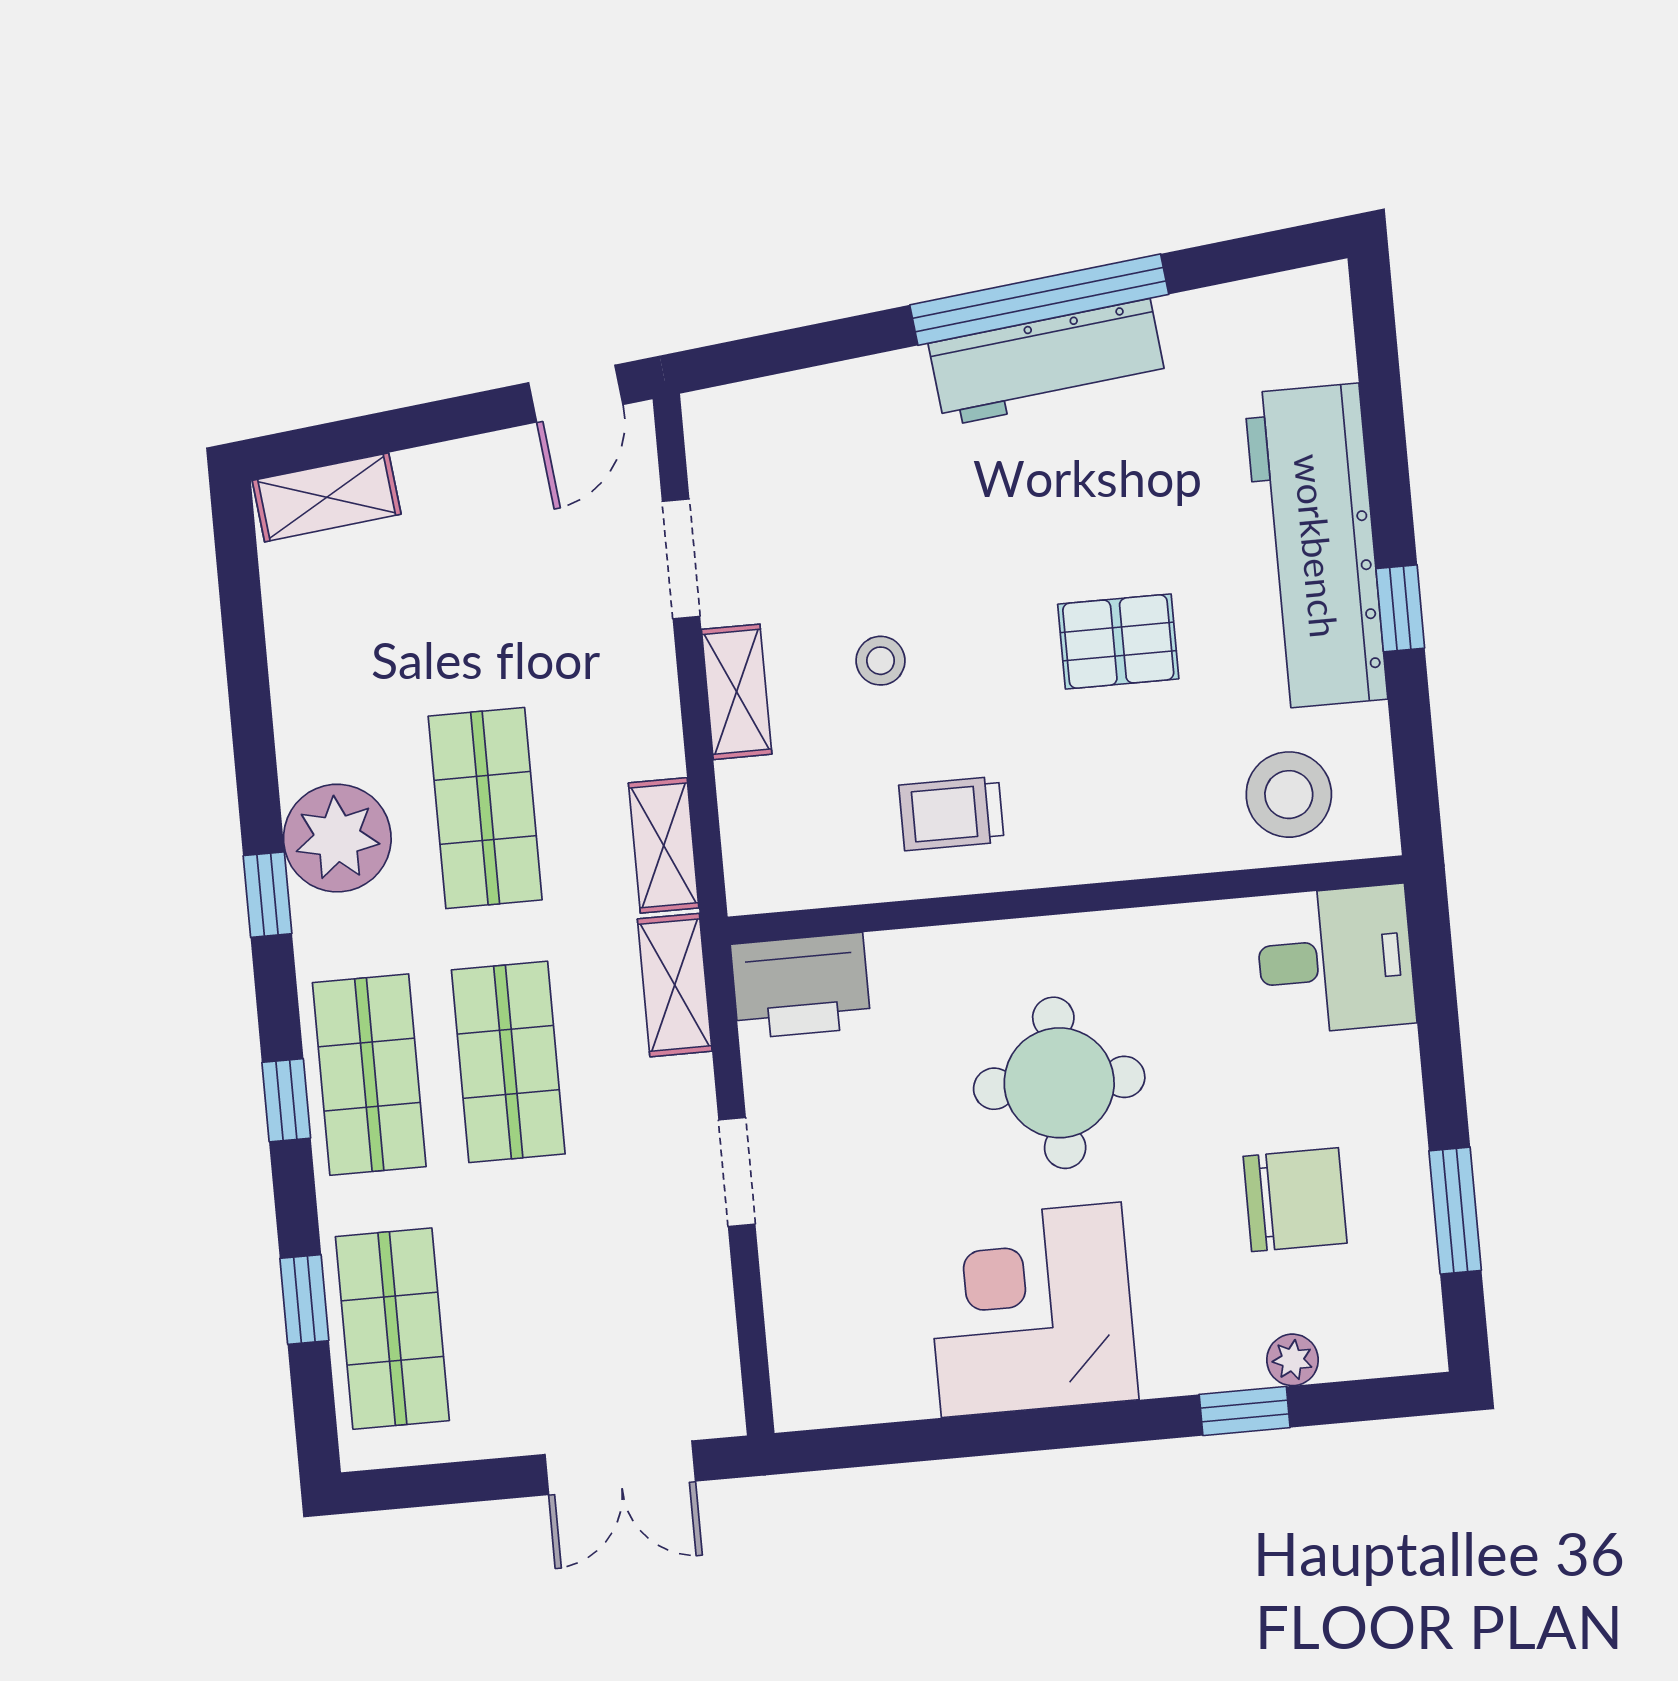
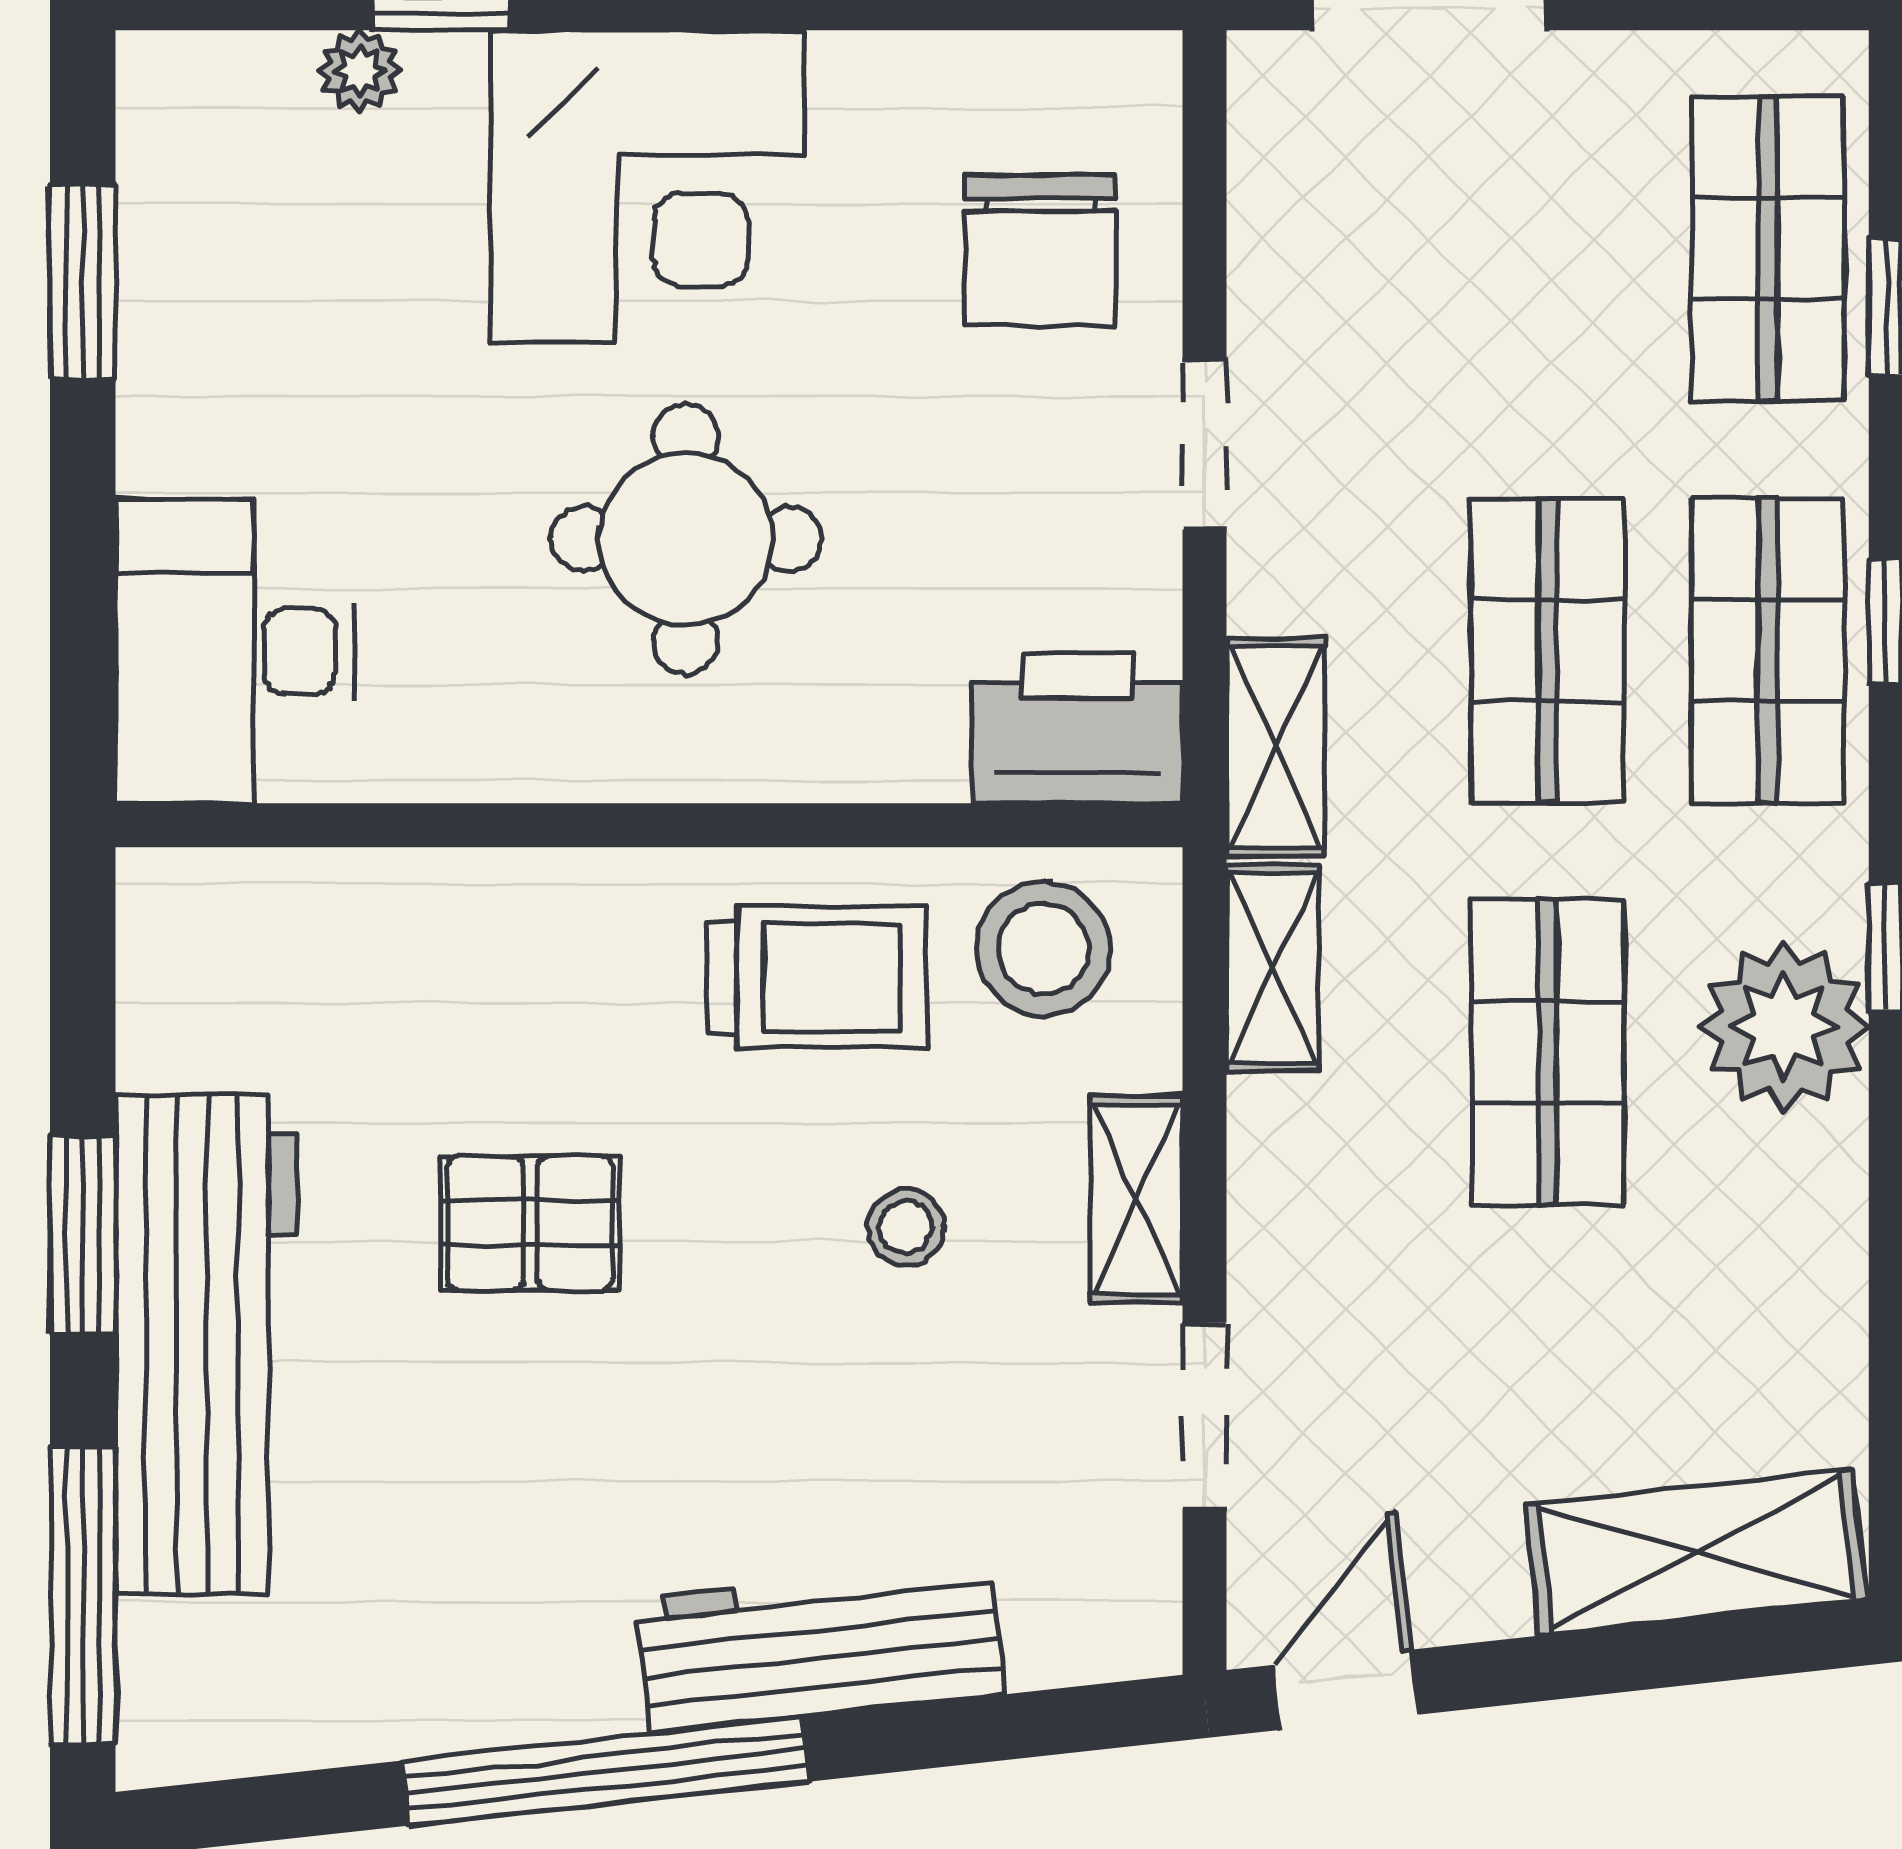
workbench: (1047, 363) -> (820, 1647), moved
window: (1380, 381) -> (83, 1595), added
shelving: (327, 497) -> (1696, 1552), width x1.50, depth x1.33
window: (1400, 608) -> (83, 1235), width x1.50
stool: (1289, 795) -> (1043, 949), moved
trolley: (952, 813) -> (816, 977), width x1.36, depth x1.39
desk: (1335, 960) -> (235, 651), width x1.37
chair: (1295, 1200) -> (1040, 250), moved, turned -90
corner desk: (1031, 1310) -> (648, 187), moved

